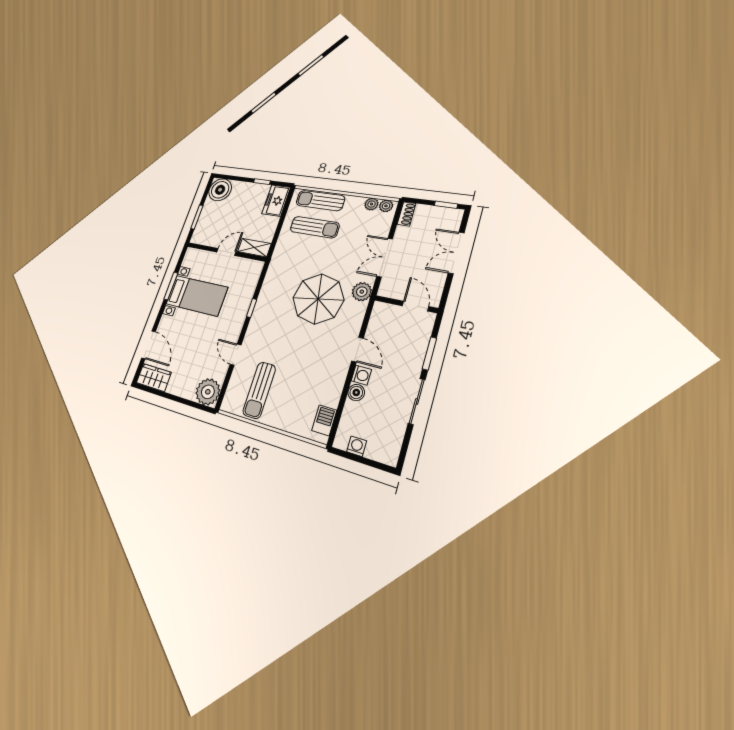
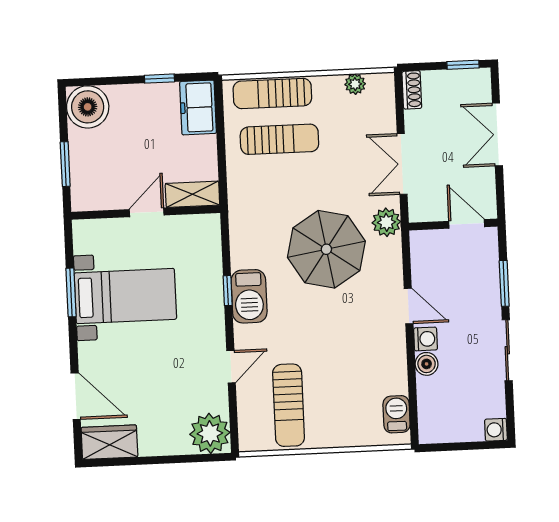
plant: (386, 206) -> (378, 83), removed
barbecue: (262, 315) -> (249, 296), added
door: (236, 355) -> (231, 367), swing flipped
washing machine: (357, 446) -> (496, 430), moved, turned -90

